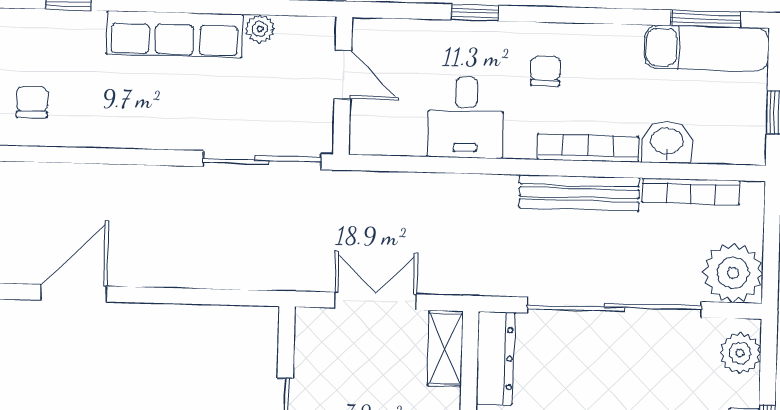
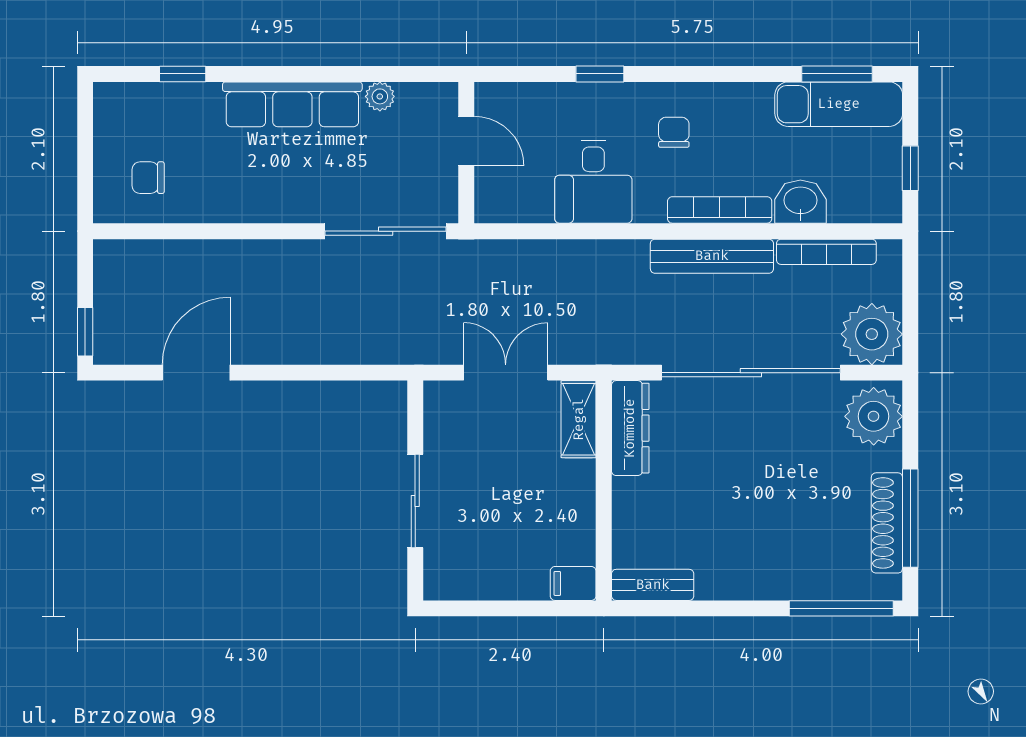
chair: (32, 102) -> (148, 178), turned -90
plant: (740, 353) -> (874, 416), width x1.36, depth x1.36

